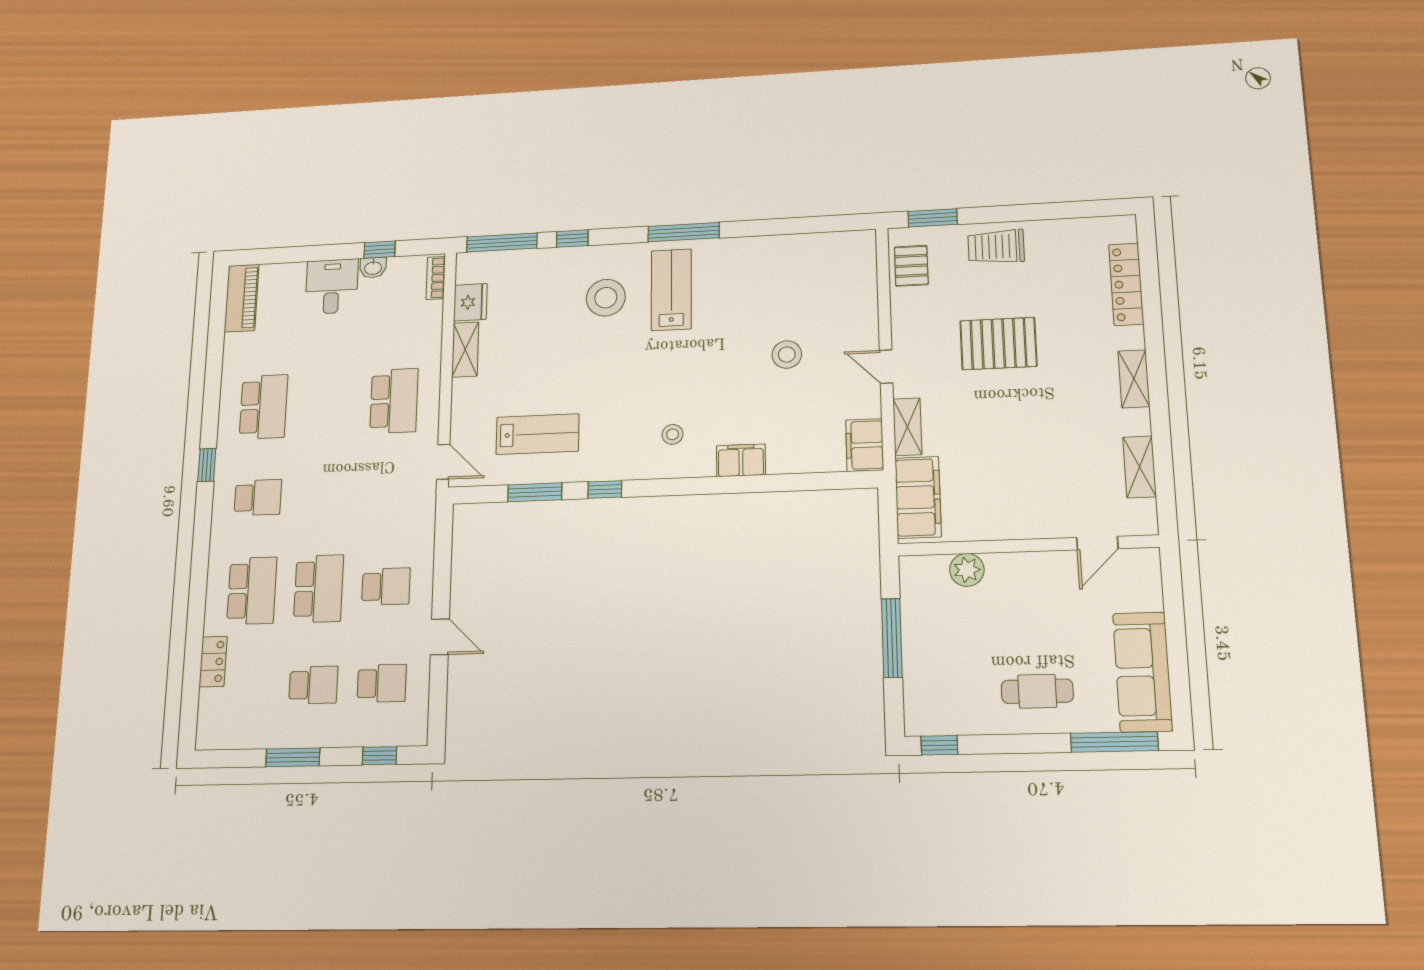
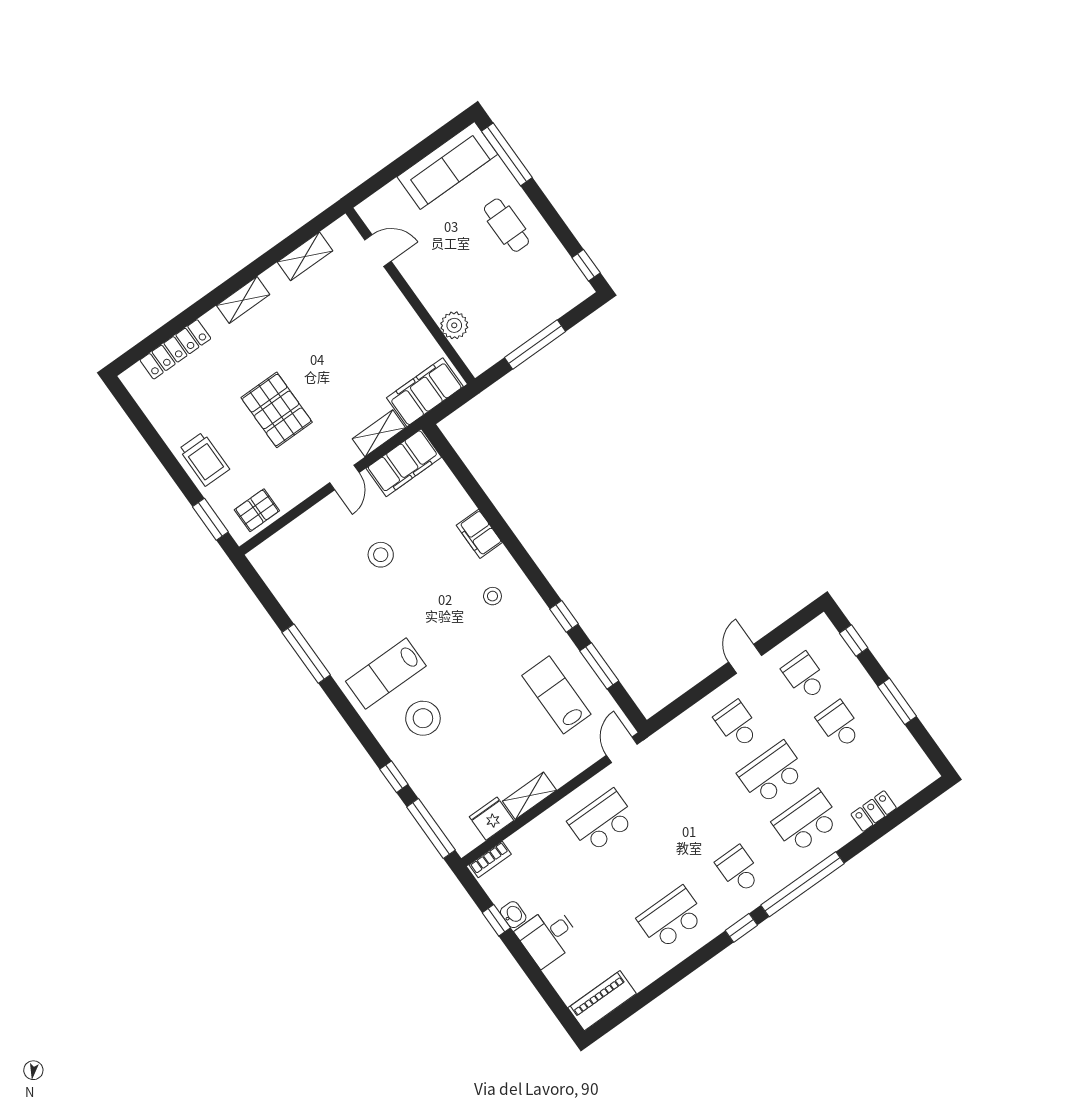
window: (684, 232) -> (306, 654), moved
filing cabinet: (865, 445) -> (404, 463), width x1.50, depth x1.17
window: (201, 548) -> (803, 884), added

